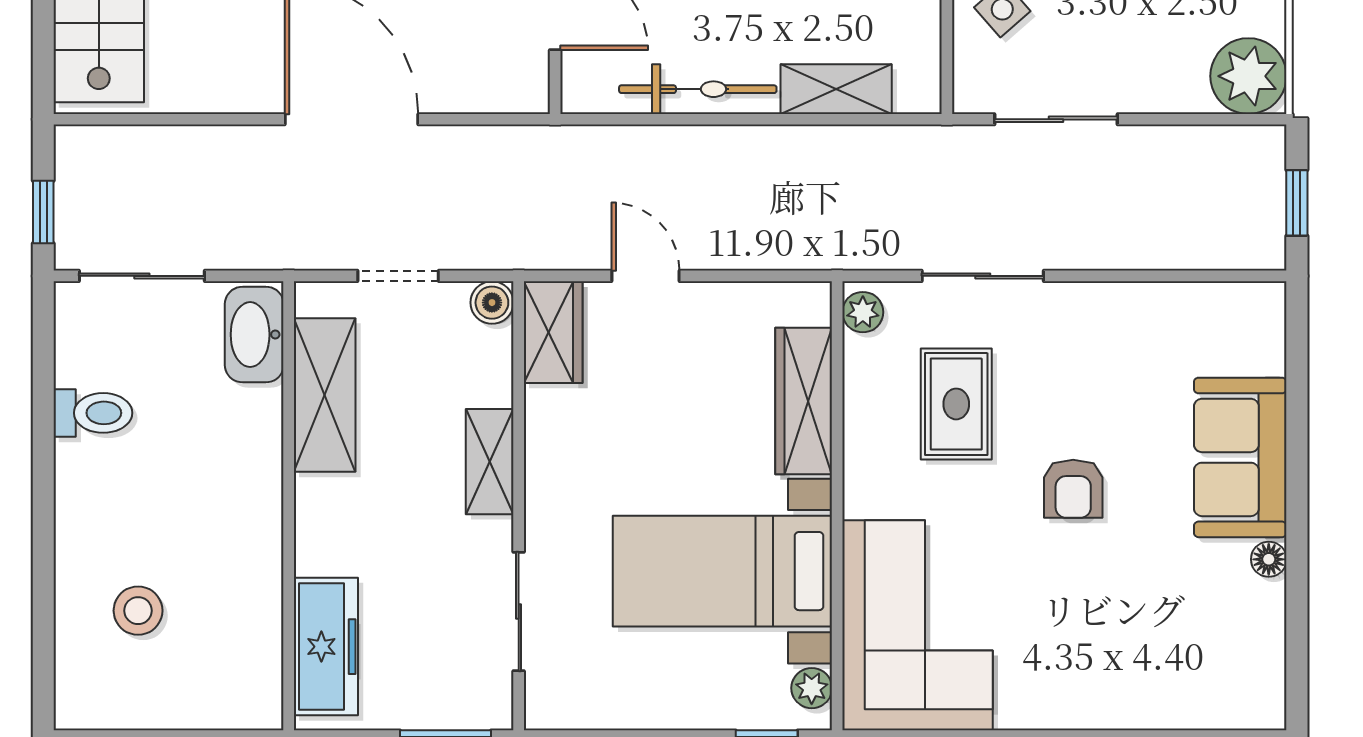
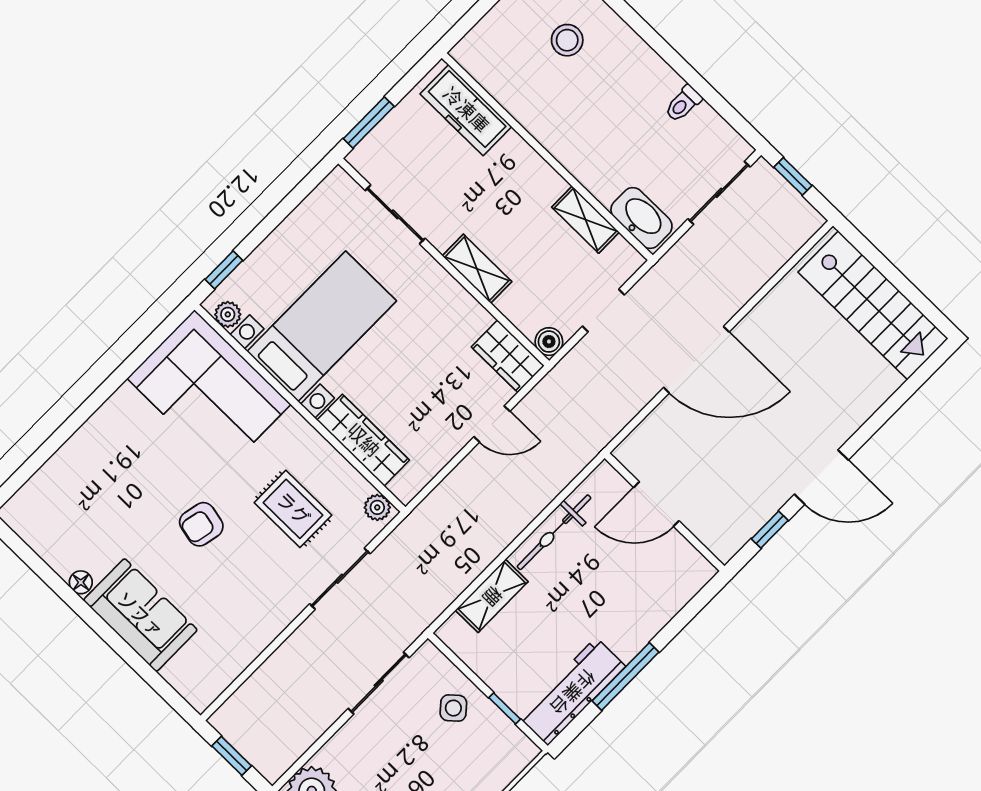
shelving: (325, 395) -> (585, 220), width x0.67, depth x0.75
toilet: (93, 413) -> (683, 104), width x0.73, depth x0.72
armchair: (1073, 489) -> (201, 524), turned -78

